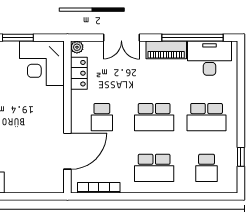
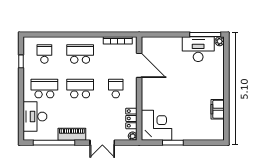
double door: (121, 38) -> (102, 143), swing flipped
desk: (210, 58) -> (35, 117), moved, turned 90
door: (67, 151) -> (139, 65), swing flipped

